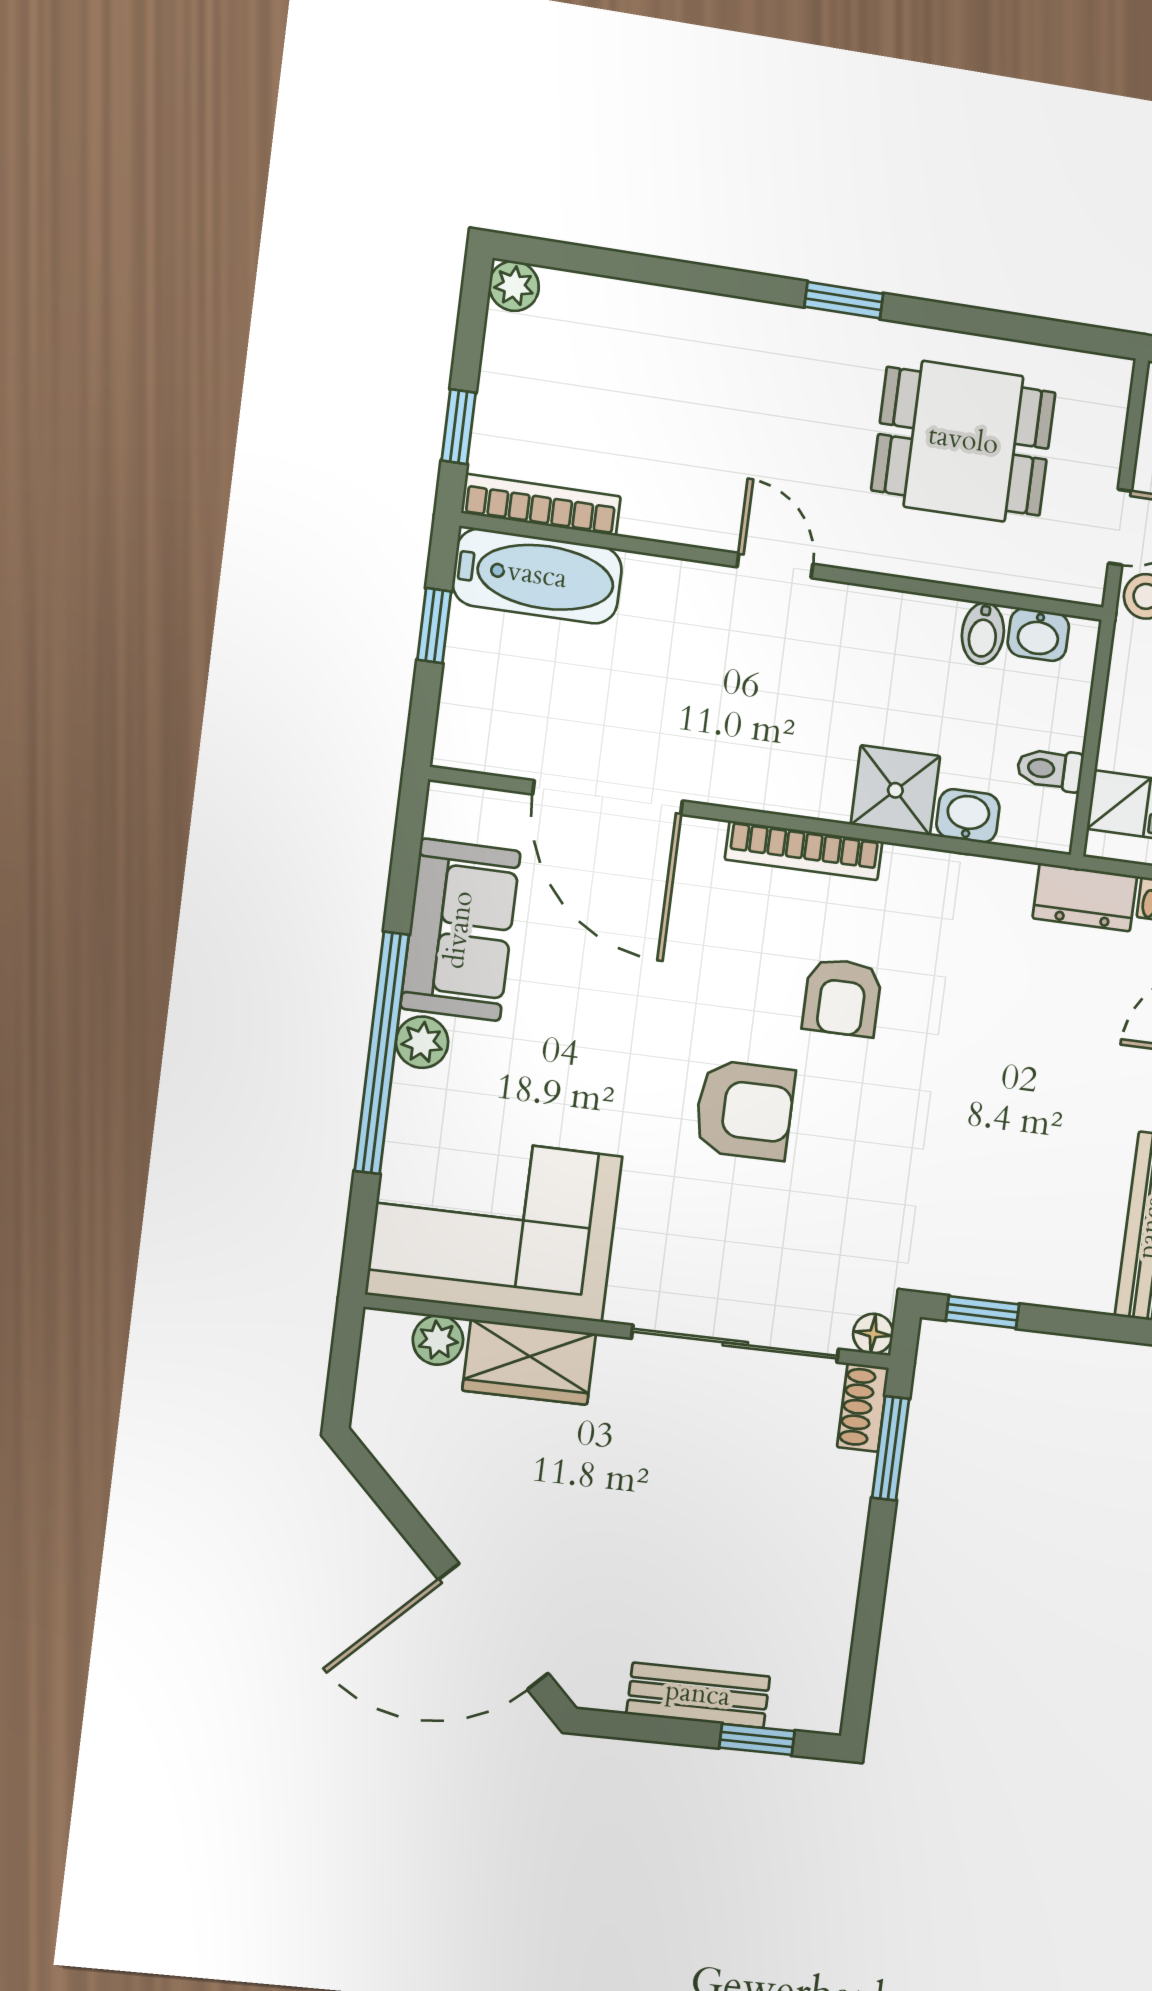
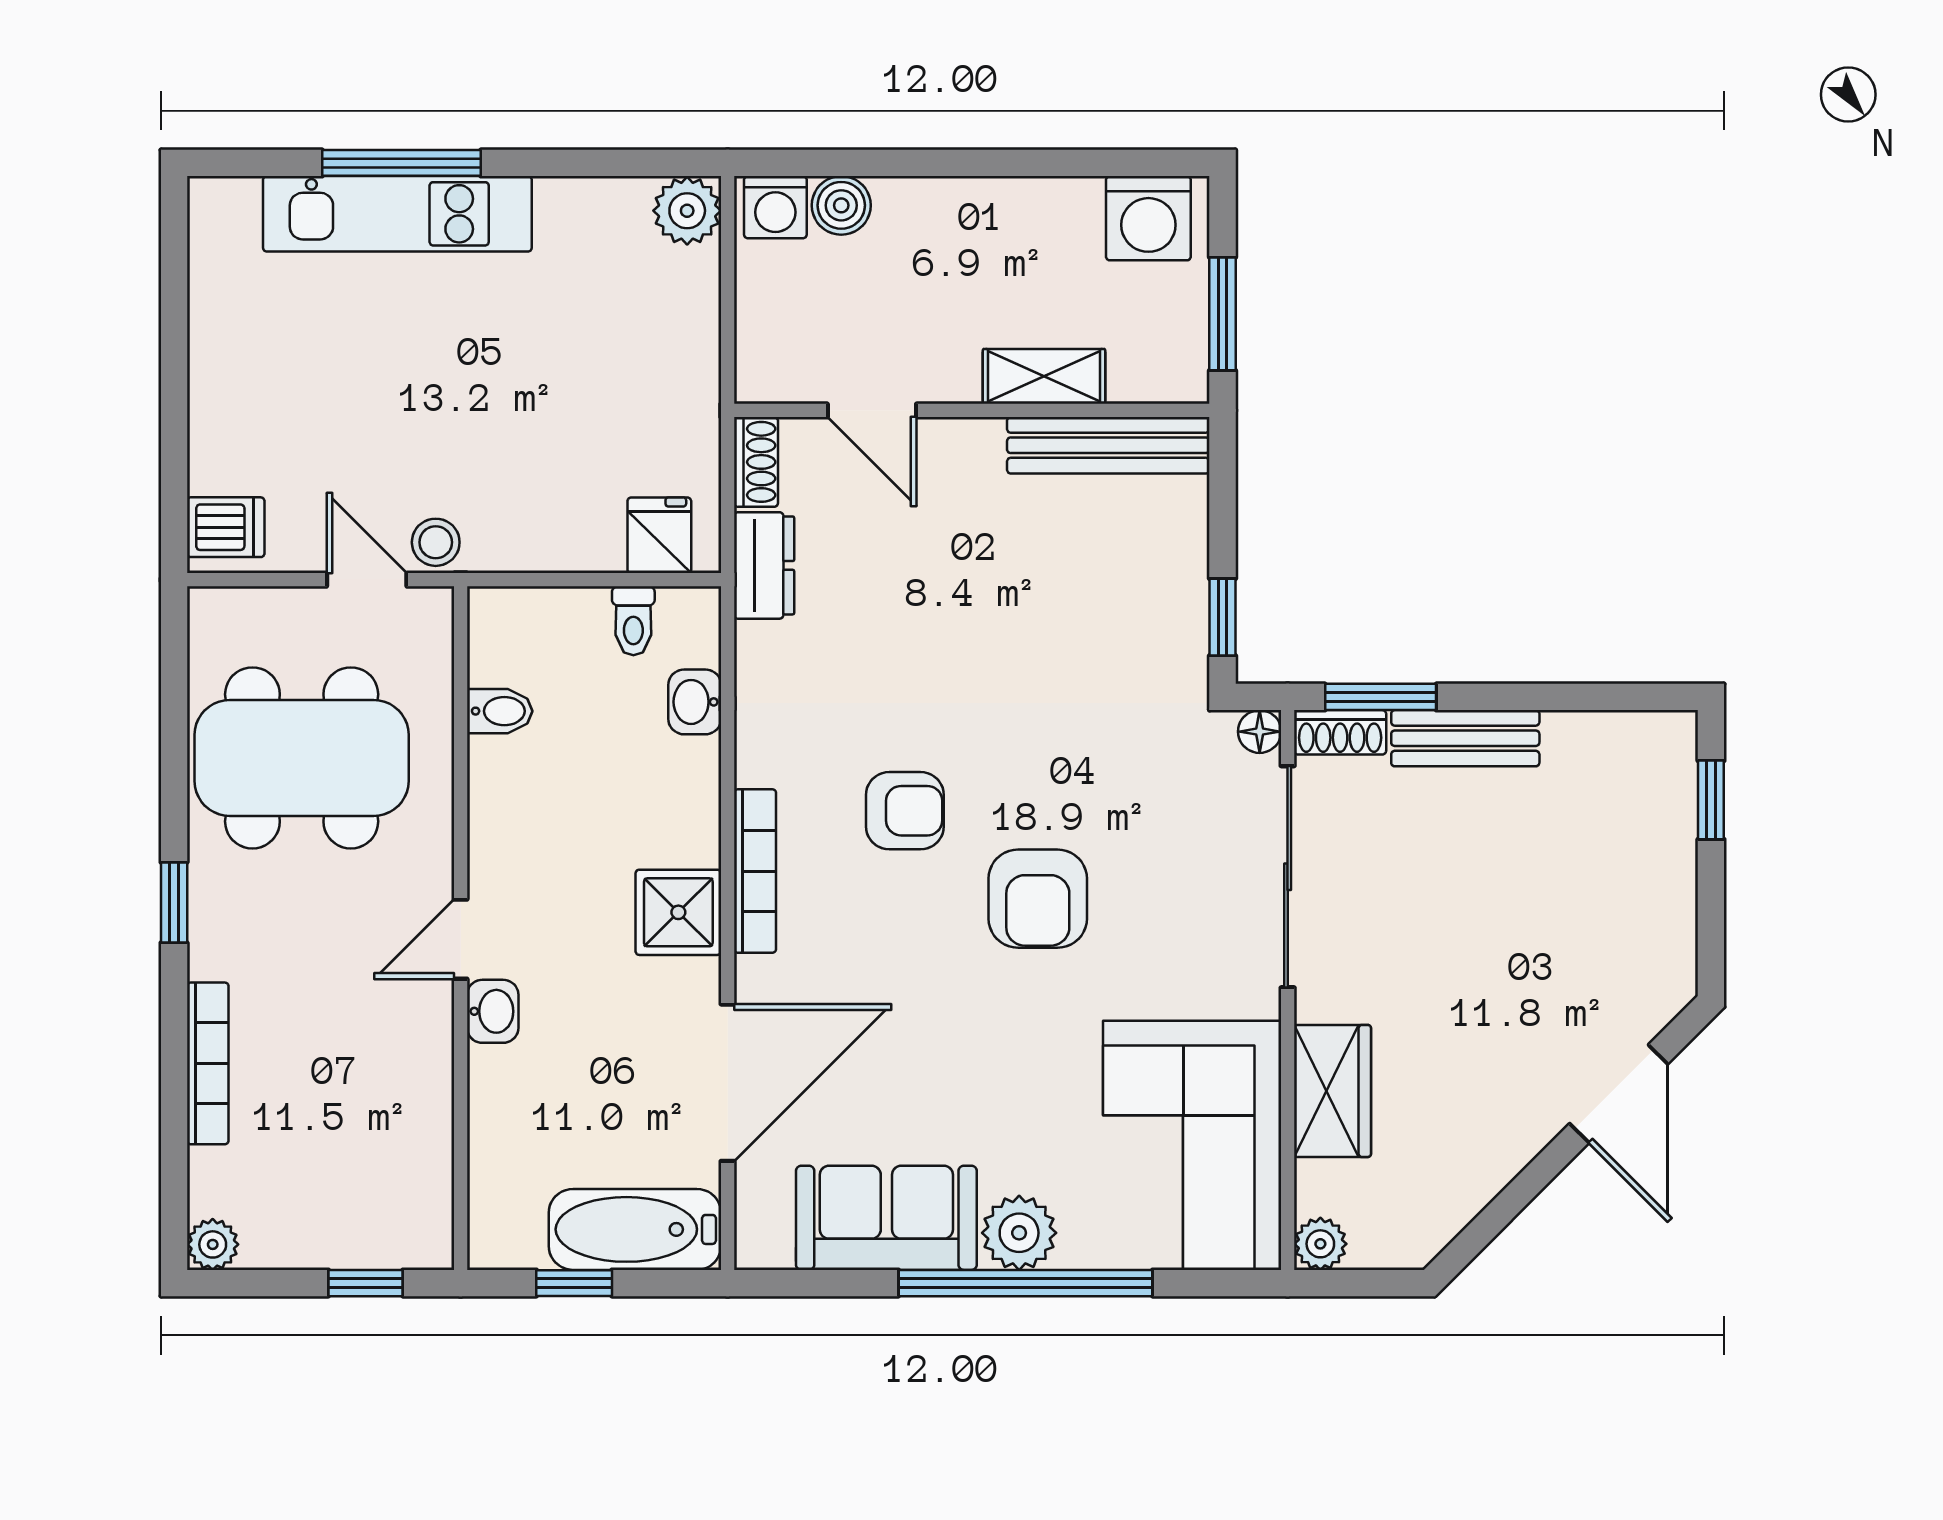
dining table: (963, 441) -> (302, 758), width x1.38
bookcase: (541, 505) -> (208, 1063), moved, turned 180
bathtub: (537, 576) -> (635, 1229), moved, turned -90
washbasin: (1038, 635) -> (493, 1011), moved
shower: (895, 790) -> (678, 912), moved
plant: (422, 1042) -> (1019, 1233), width x1.38, depth x1.38
armchair: (744, 1110) -> (1038, 899), turned 180
plant: (438, 1340) -> (1320, 1244), moved
door: (493, 1627) -> (1619, 1094), width x0.73
bench: (698, 1695) -> (1465, 738), moved, turned 90

